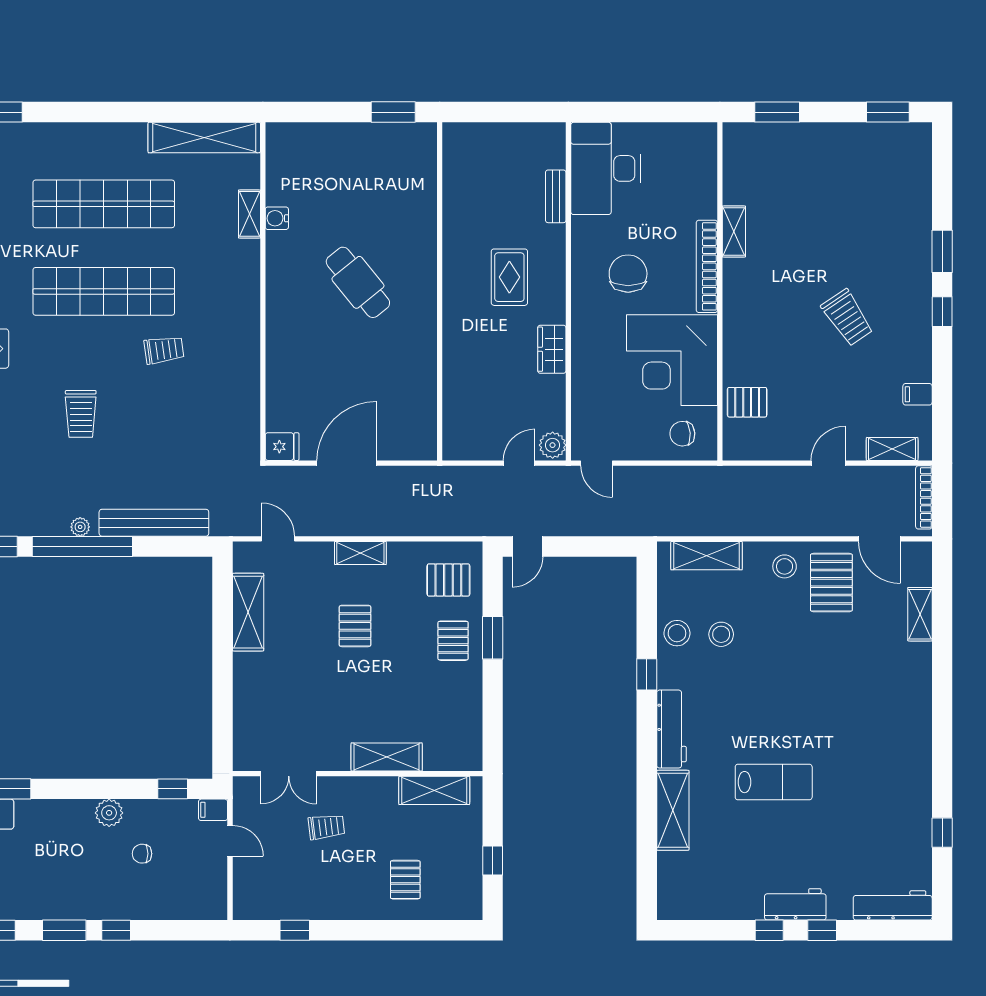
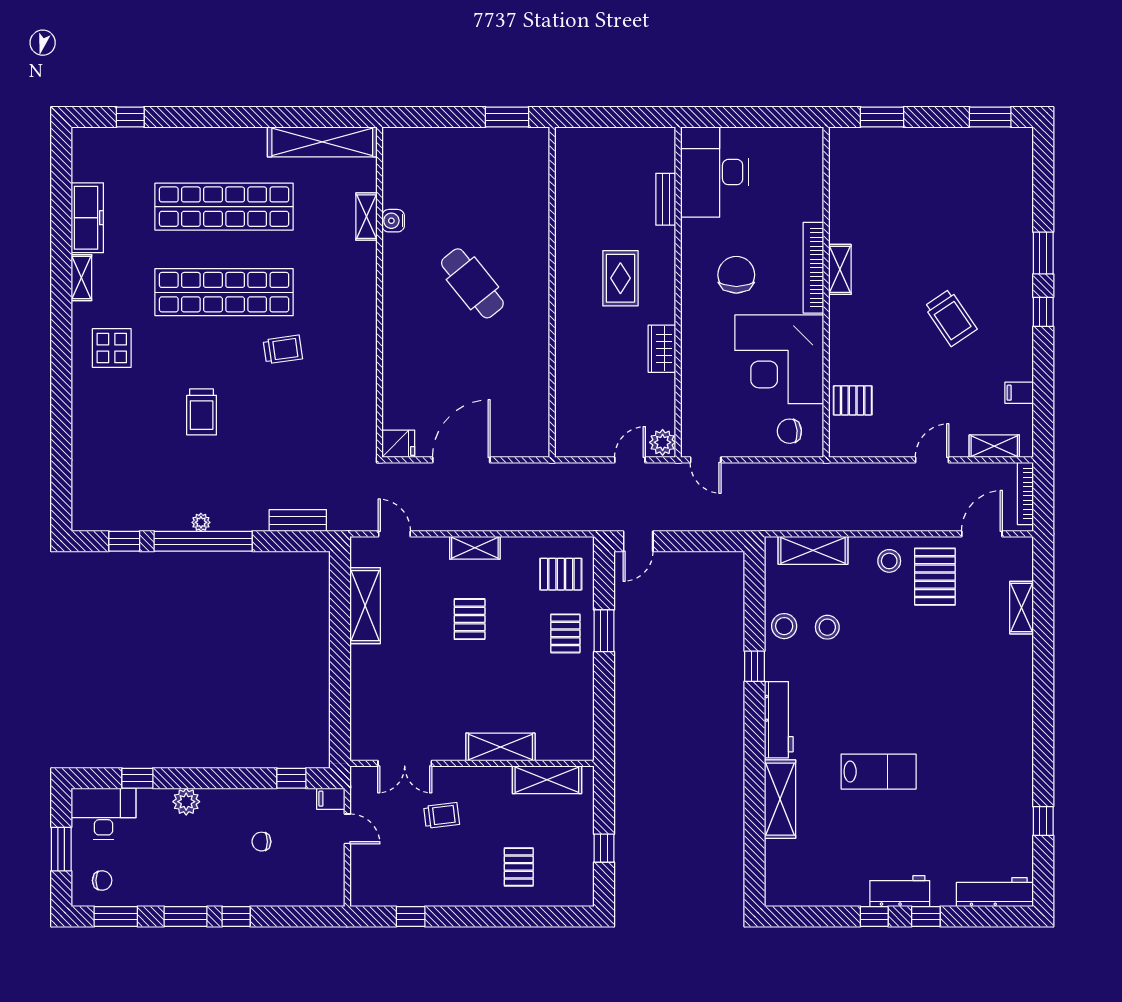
shelving: (734, 231) -> (840, 269), moved
bench: (154, 523) -> (298, 521), width x0.54, depth x0.82
door: (879, 539) -> (982, 534), swing flipped
plant: (109, 813) -> (186, 802), moved

